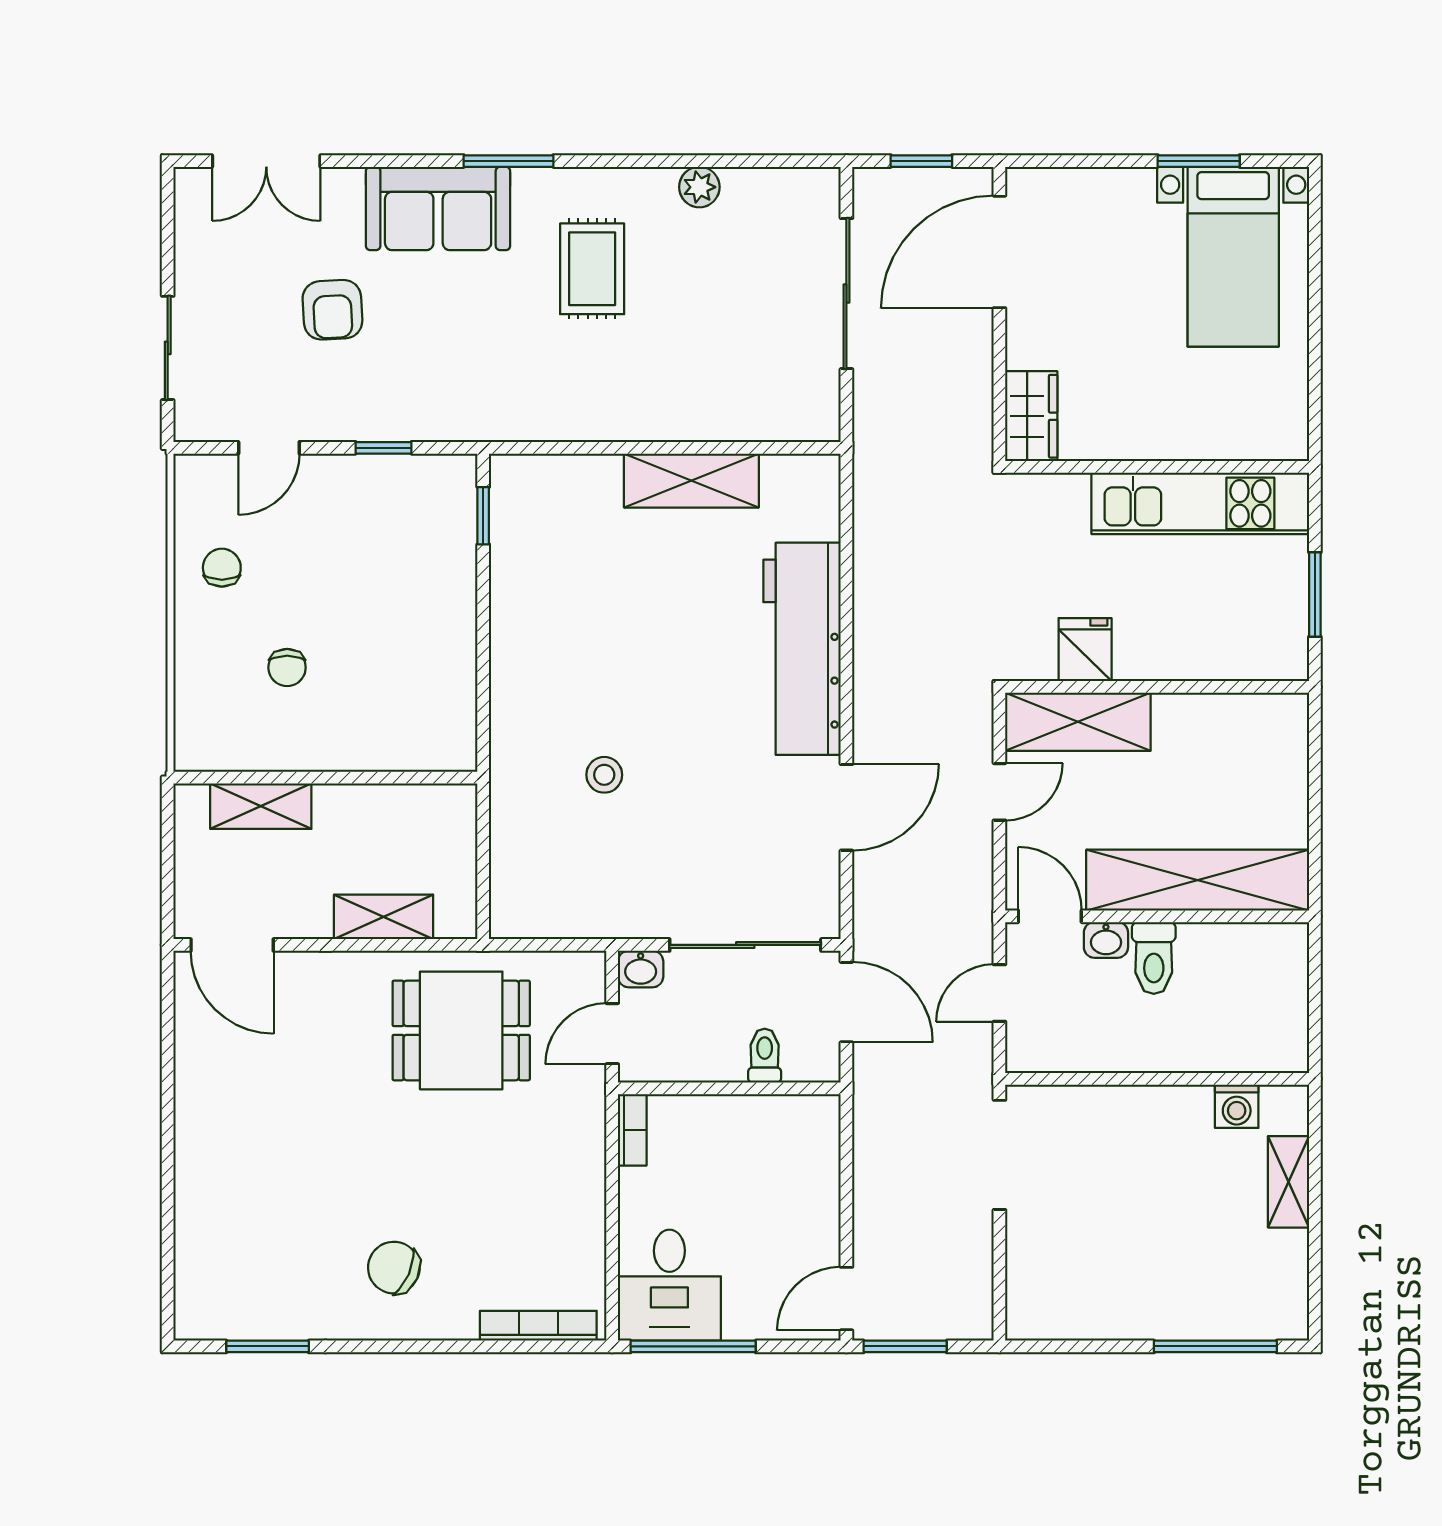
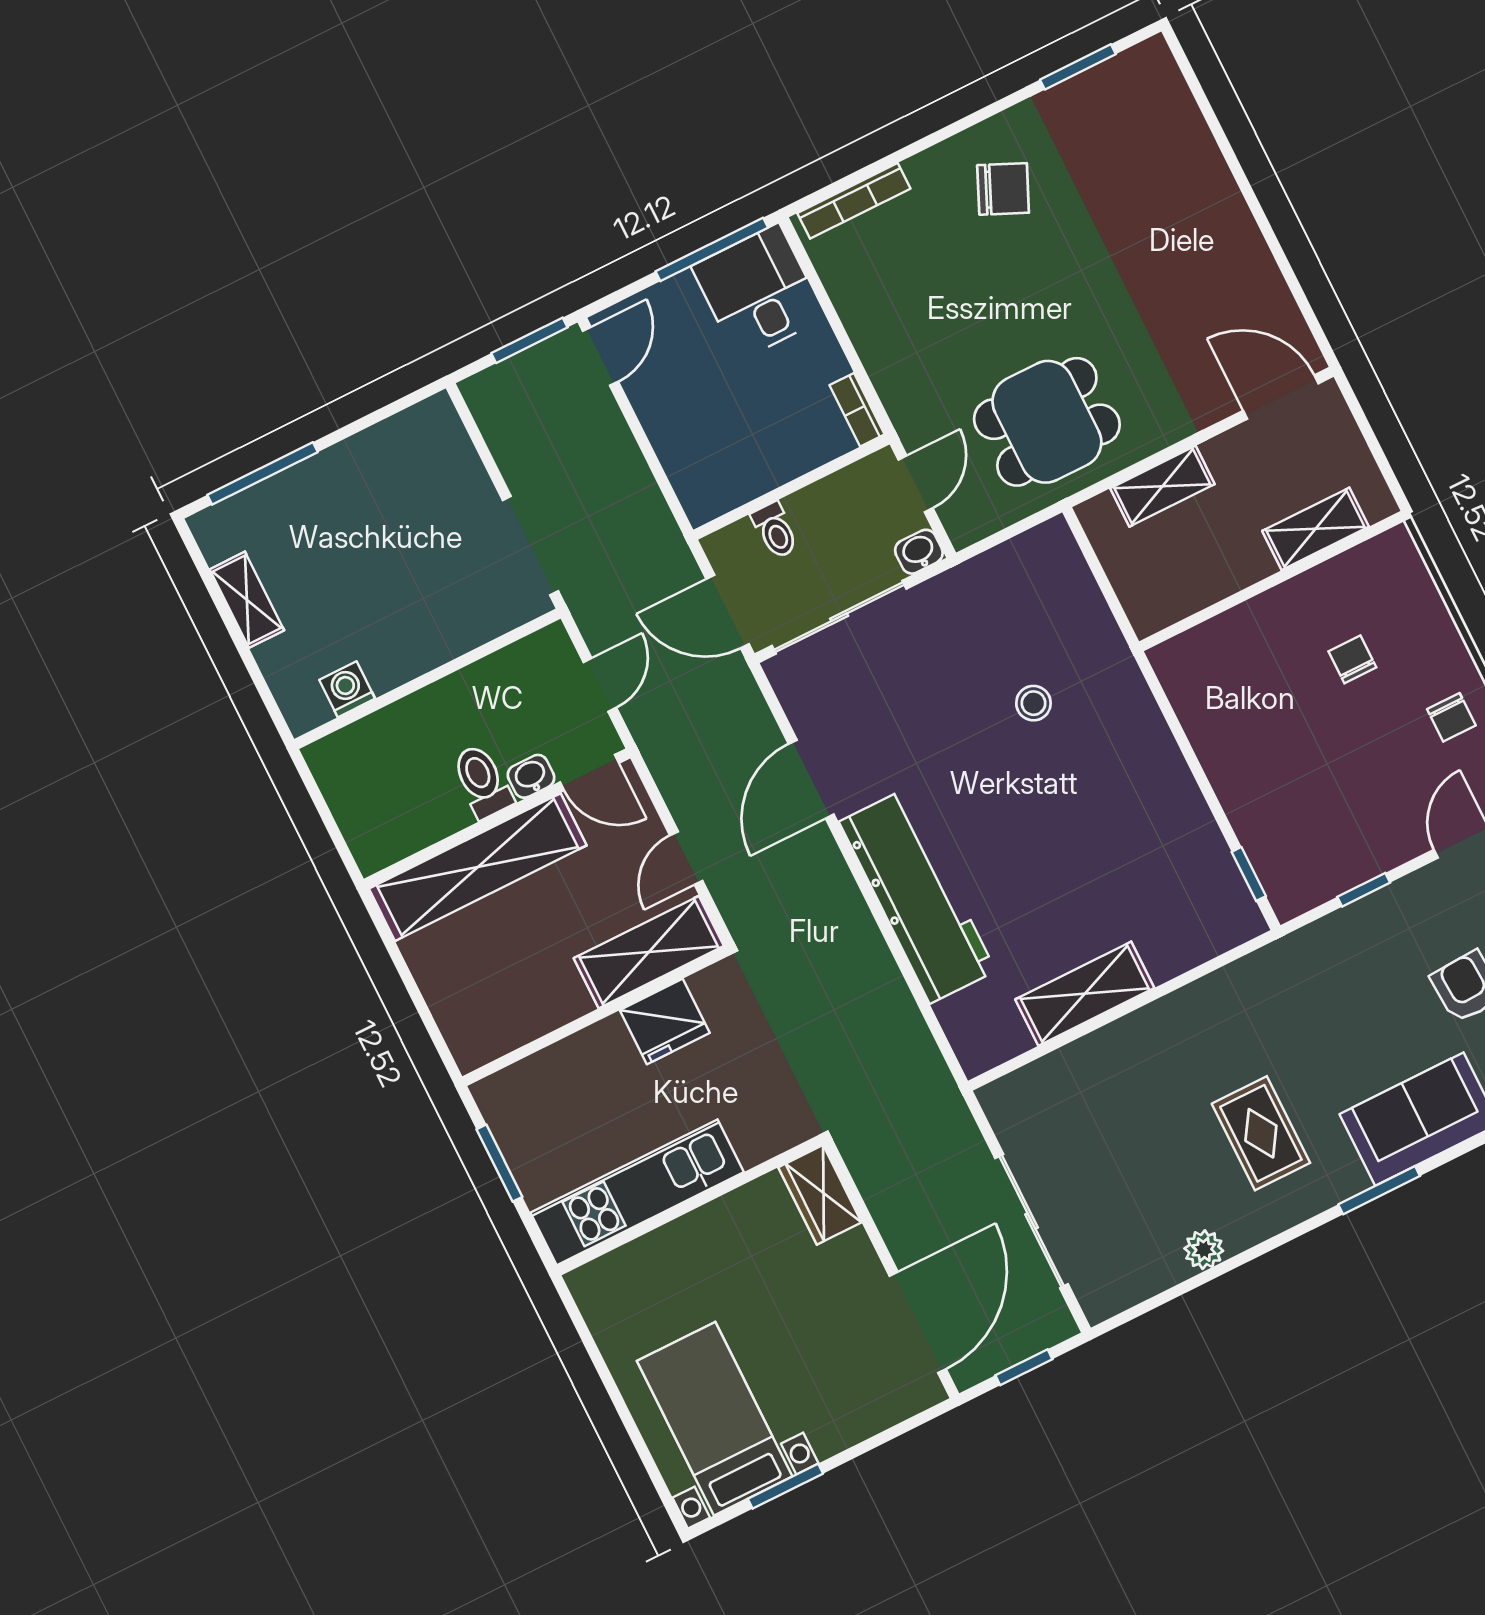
fridge: (1085, 650) -> (665, 1022), width x1.38
shelving: (1289, 1182) -> (247, 600), moved

